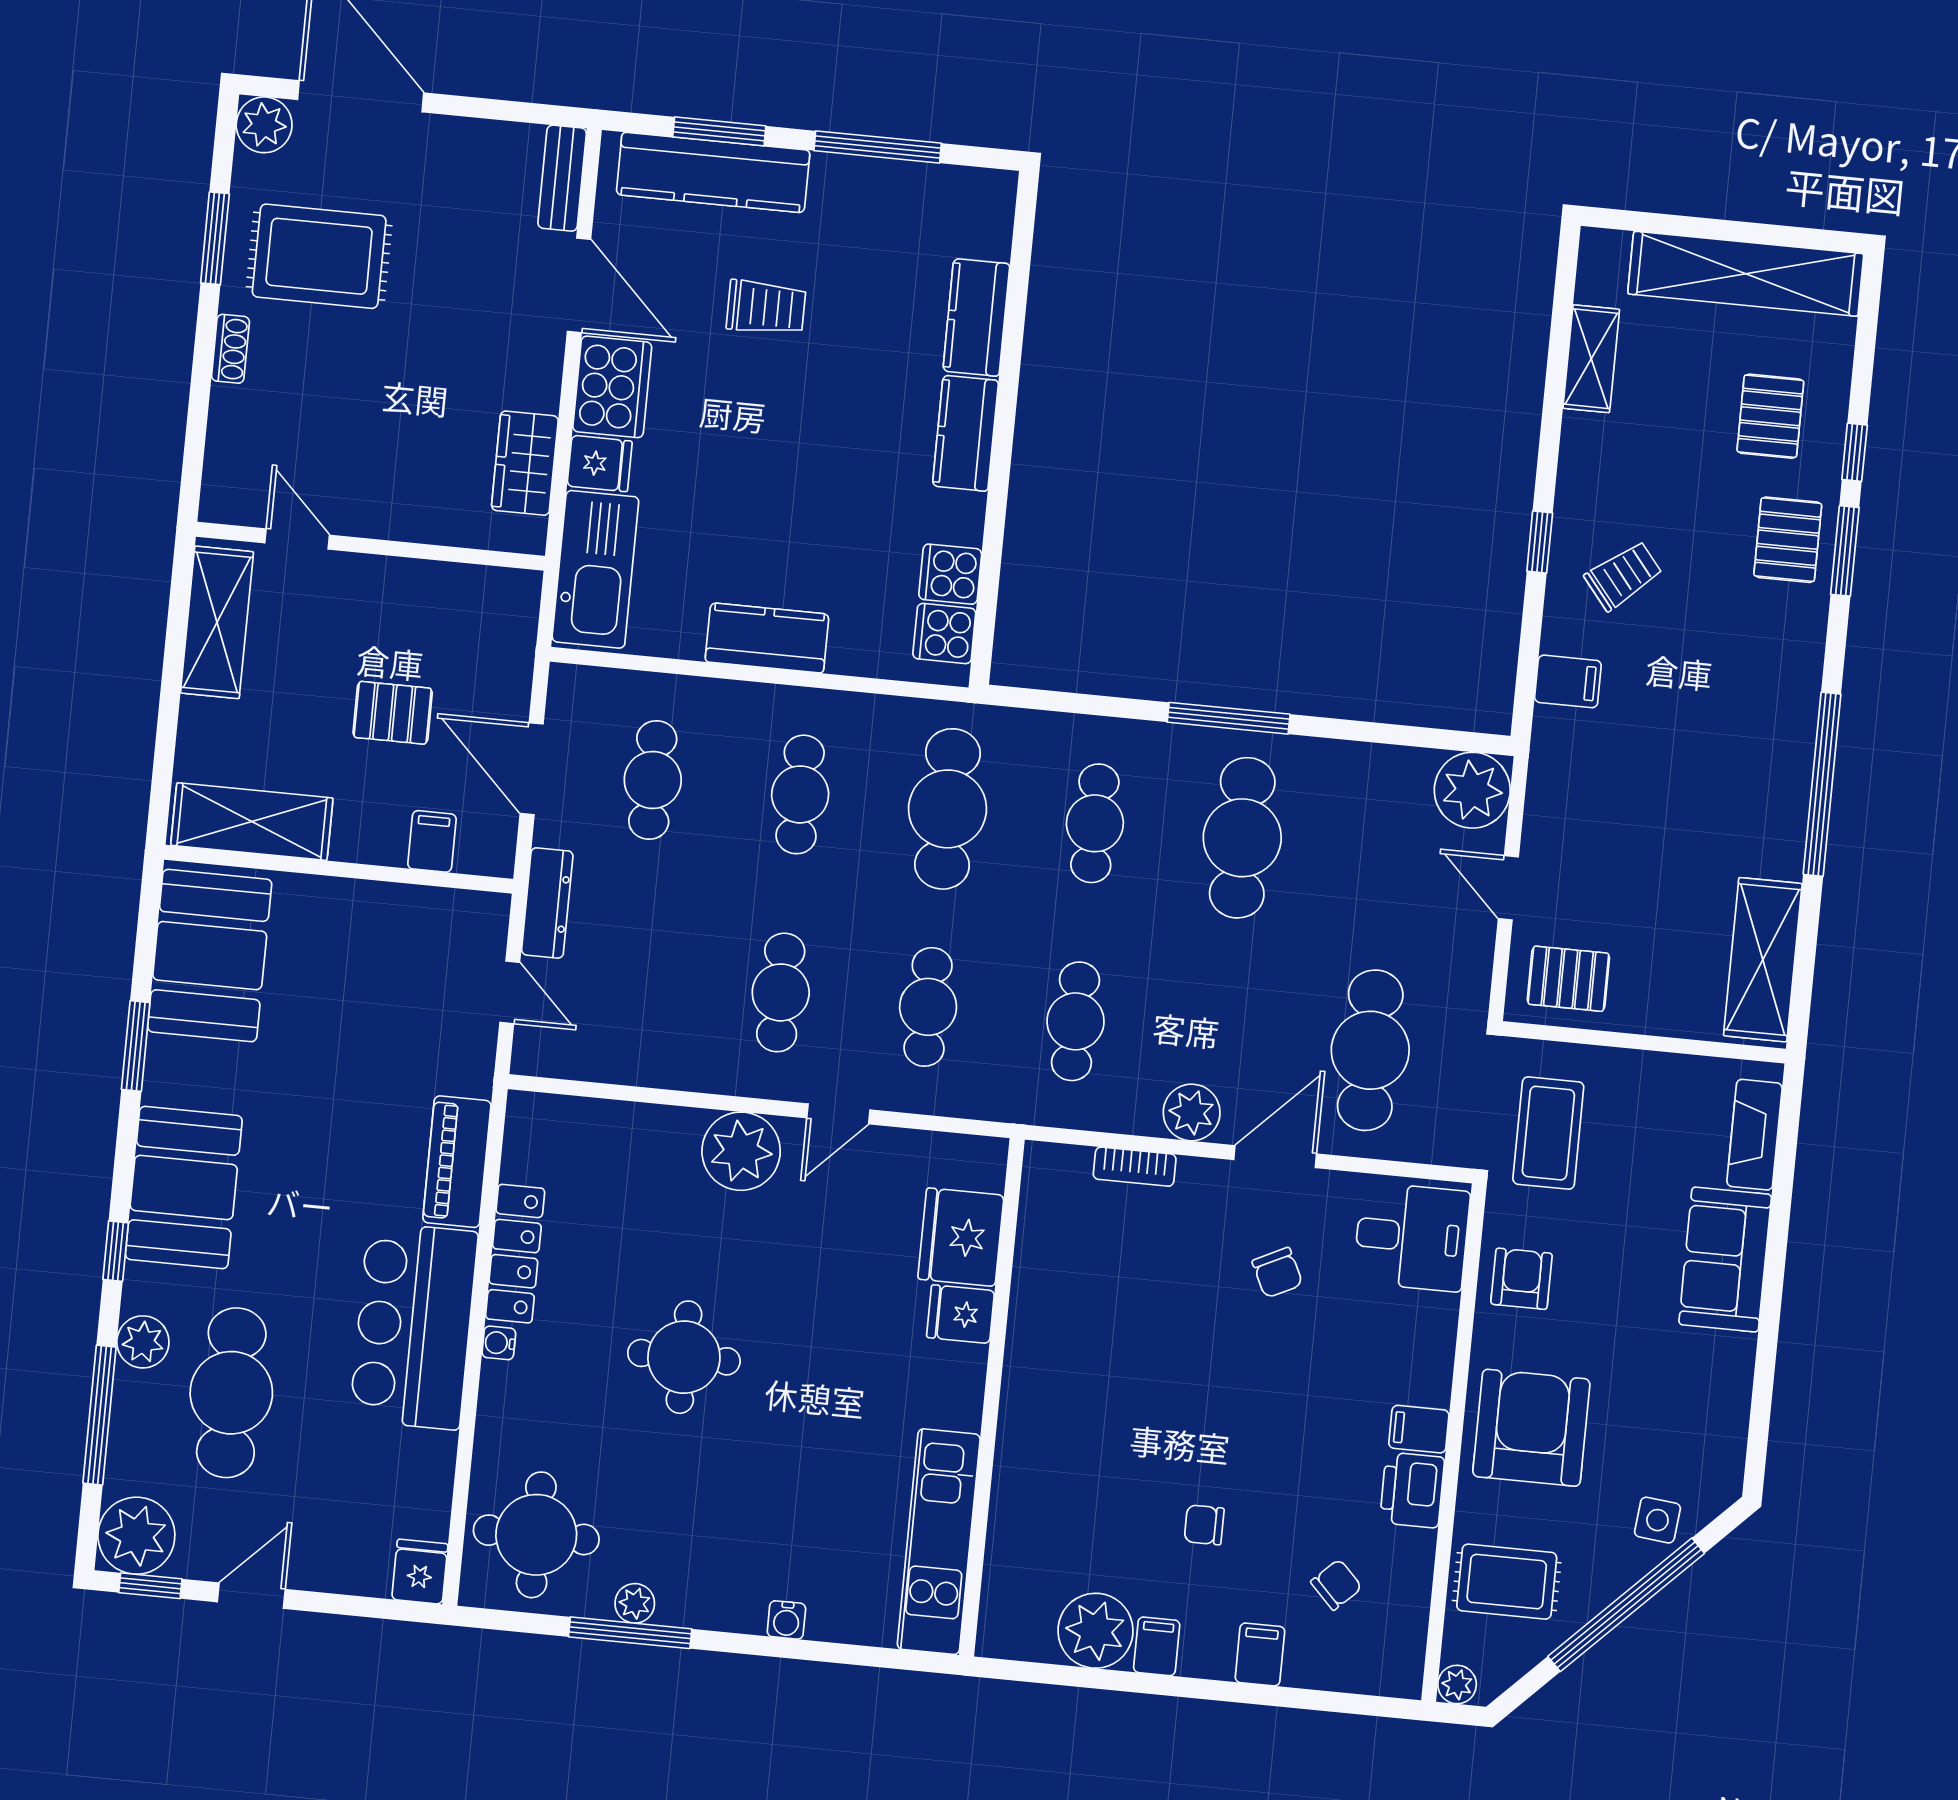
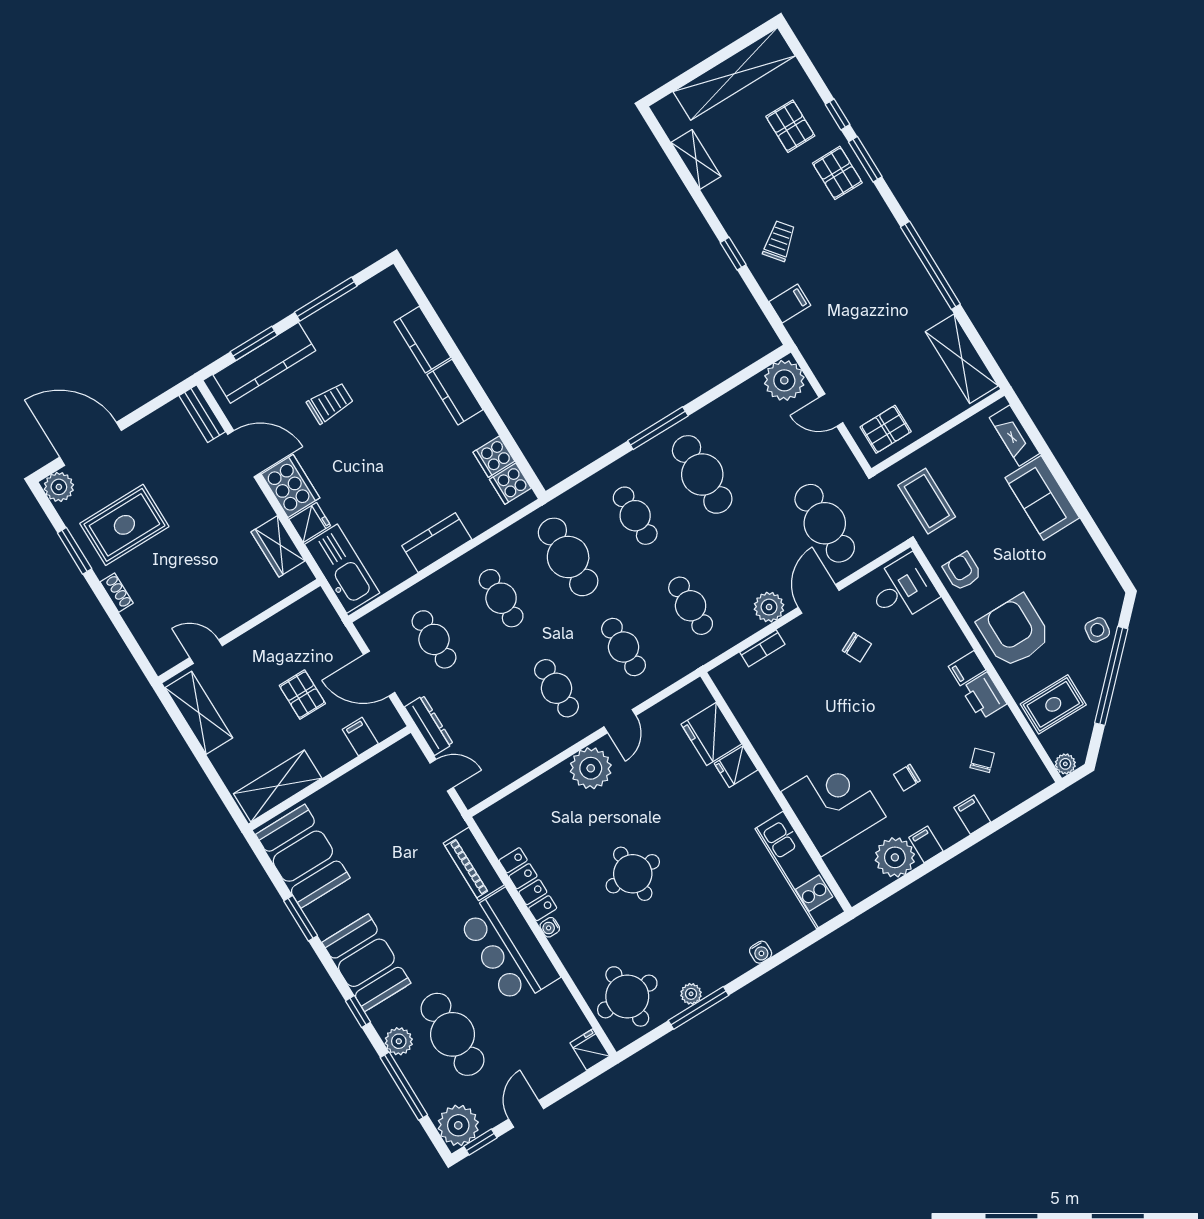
pallet: (393, 713) -> (302, 695), turned 90
corner desk: (1064, 1481) -> (833, 804), added

